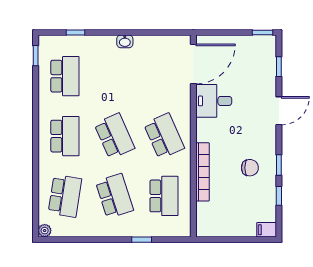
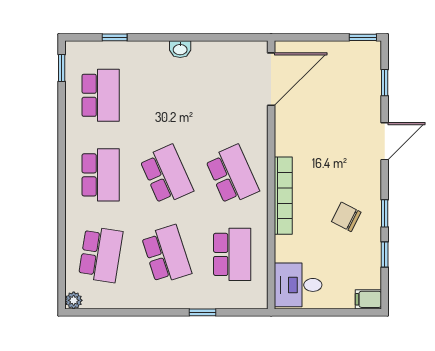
desk: (214, 101) -> (298, 285), moved
chair: (250, 168) -> (346, 217), turned -153
bookcase: (202, 172) -> (283, 196), moved

